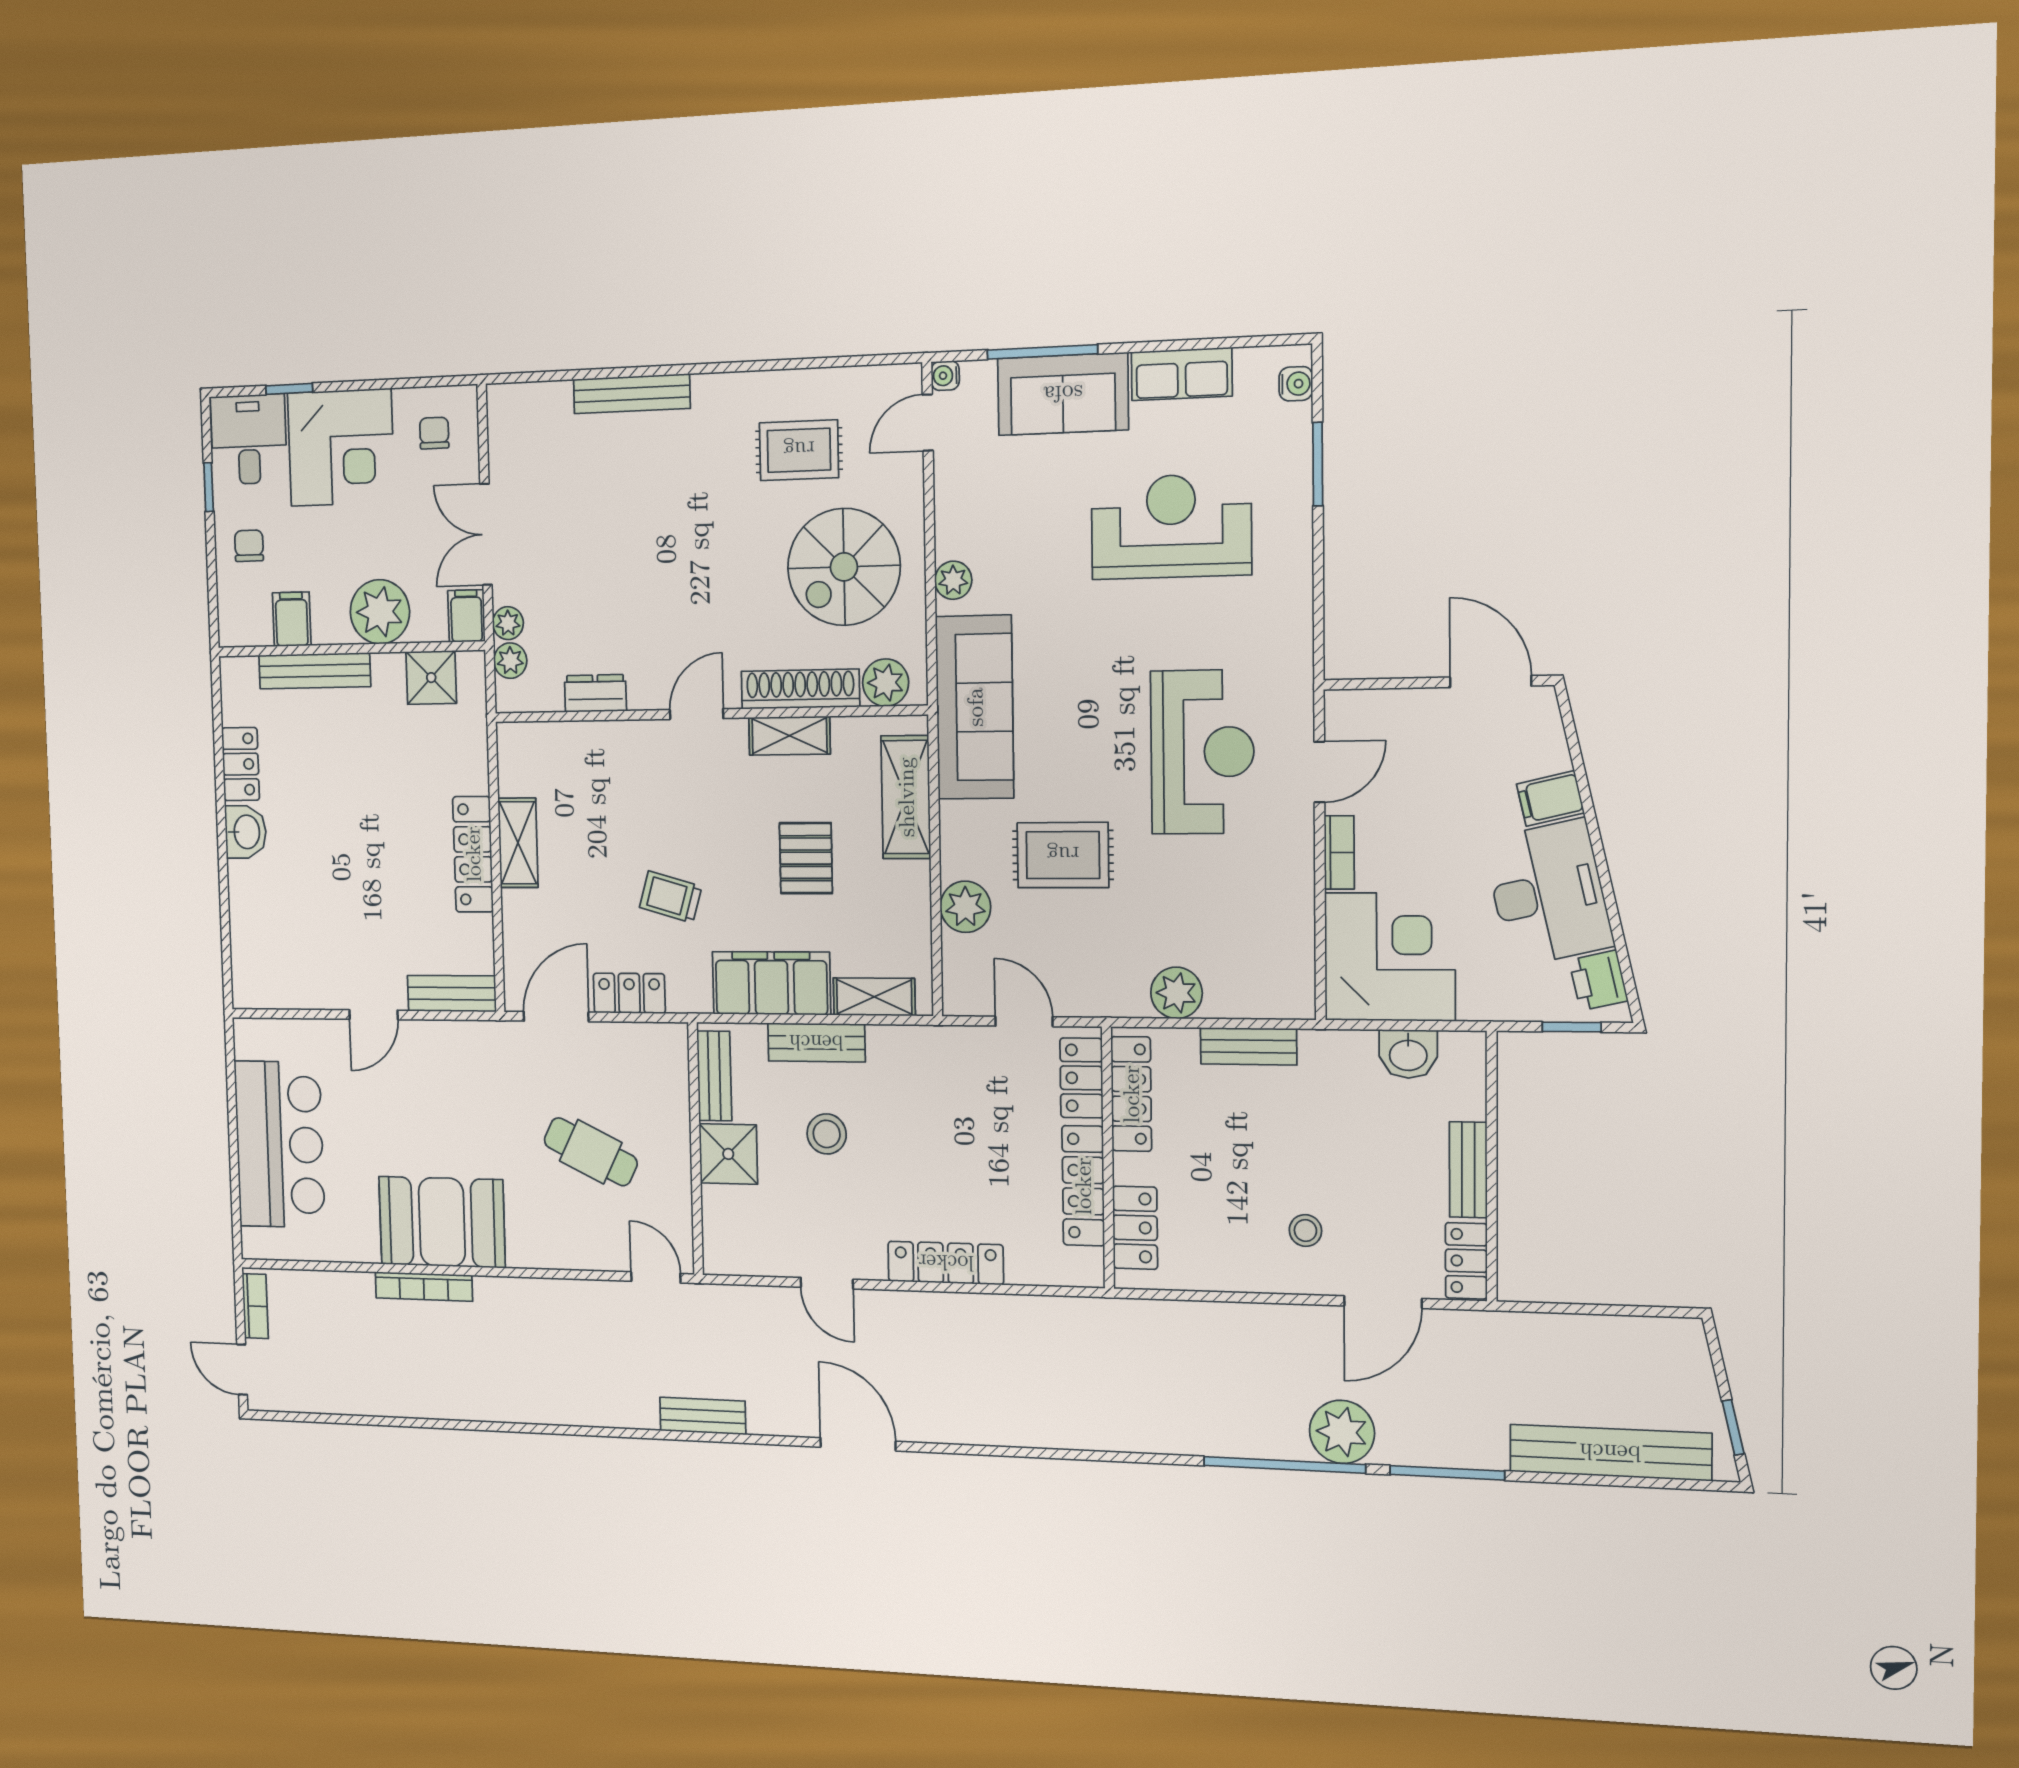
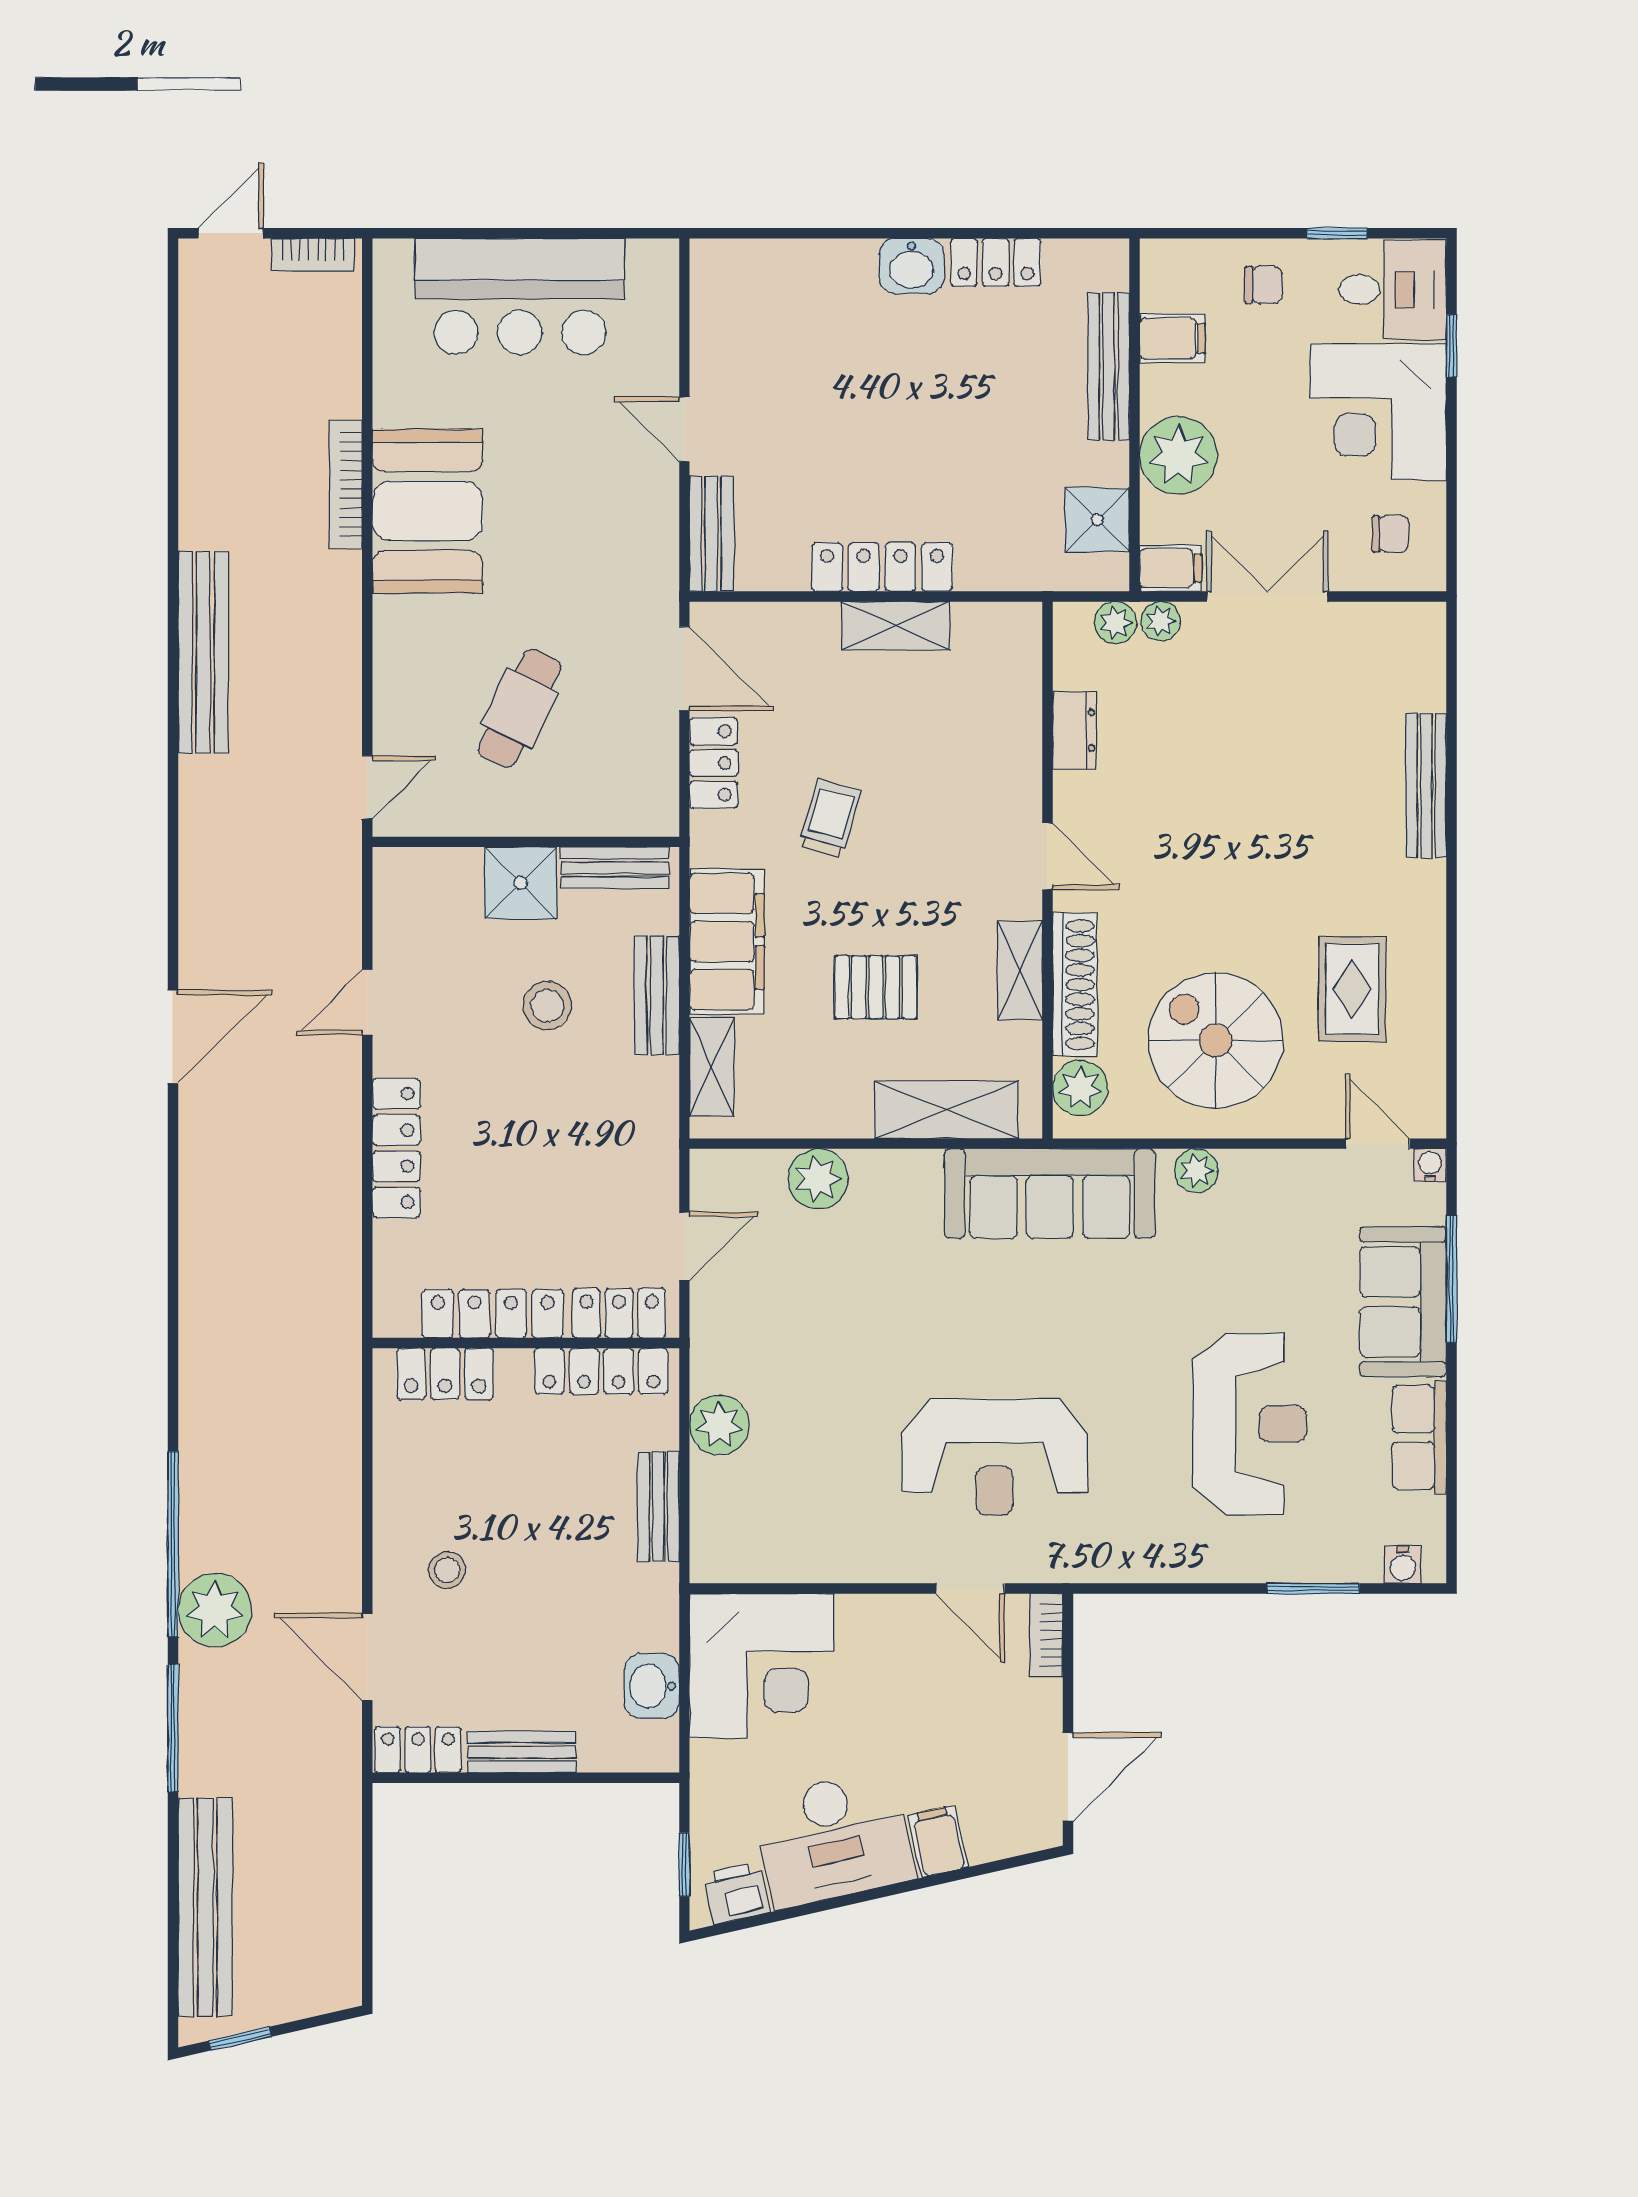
bookcase: (1339, 852) -> (1046, 1635), moved, turned 90
rug: (1063, 855) -> (878, 1295), removed
bench: (703, 1416) -> (203, 652), moved, width x1.86, depth x1.21

